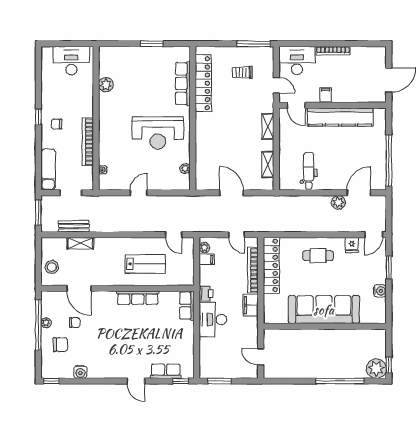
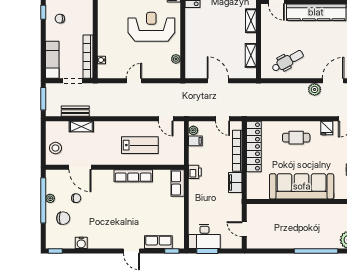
reception desk: (158, 133) -> (151, 27), turned 180
bookcase: (88, 142) -> (88, 57), moved
dental chair: (309, 171) -> (288, 61), turned 61
desk: (213, 320) -> (204, 236), moved, turned -90

